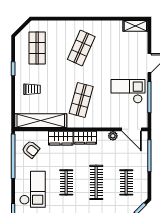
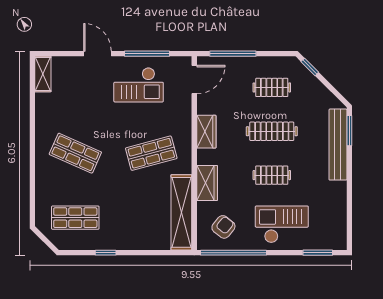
trolley: (32, 89) -> (136, 225), removed
checkout: (128, 91) -> (139, 85), turned -90
shop shelf: (81, 100) -> (151, 153), turned -30
plant: (113, 136) -> (204, 107), removed
wardrobe: (85, 138) -> (206, 132), moved

